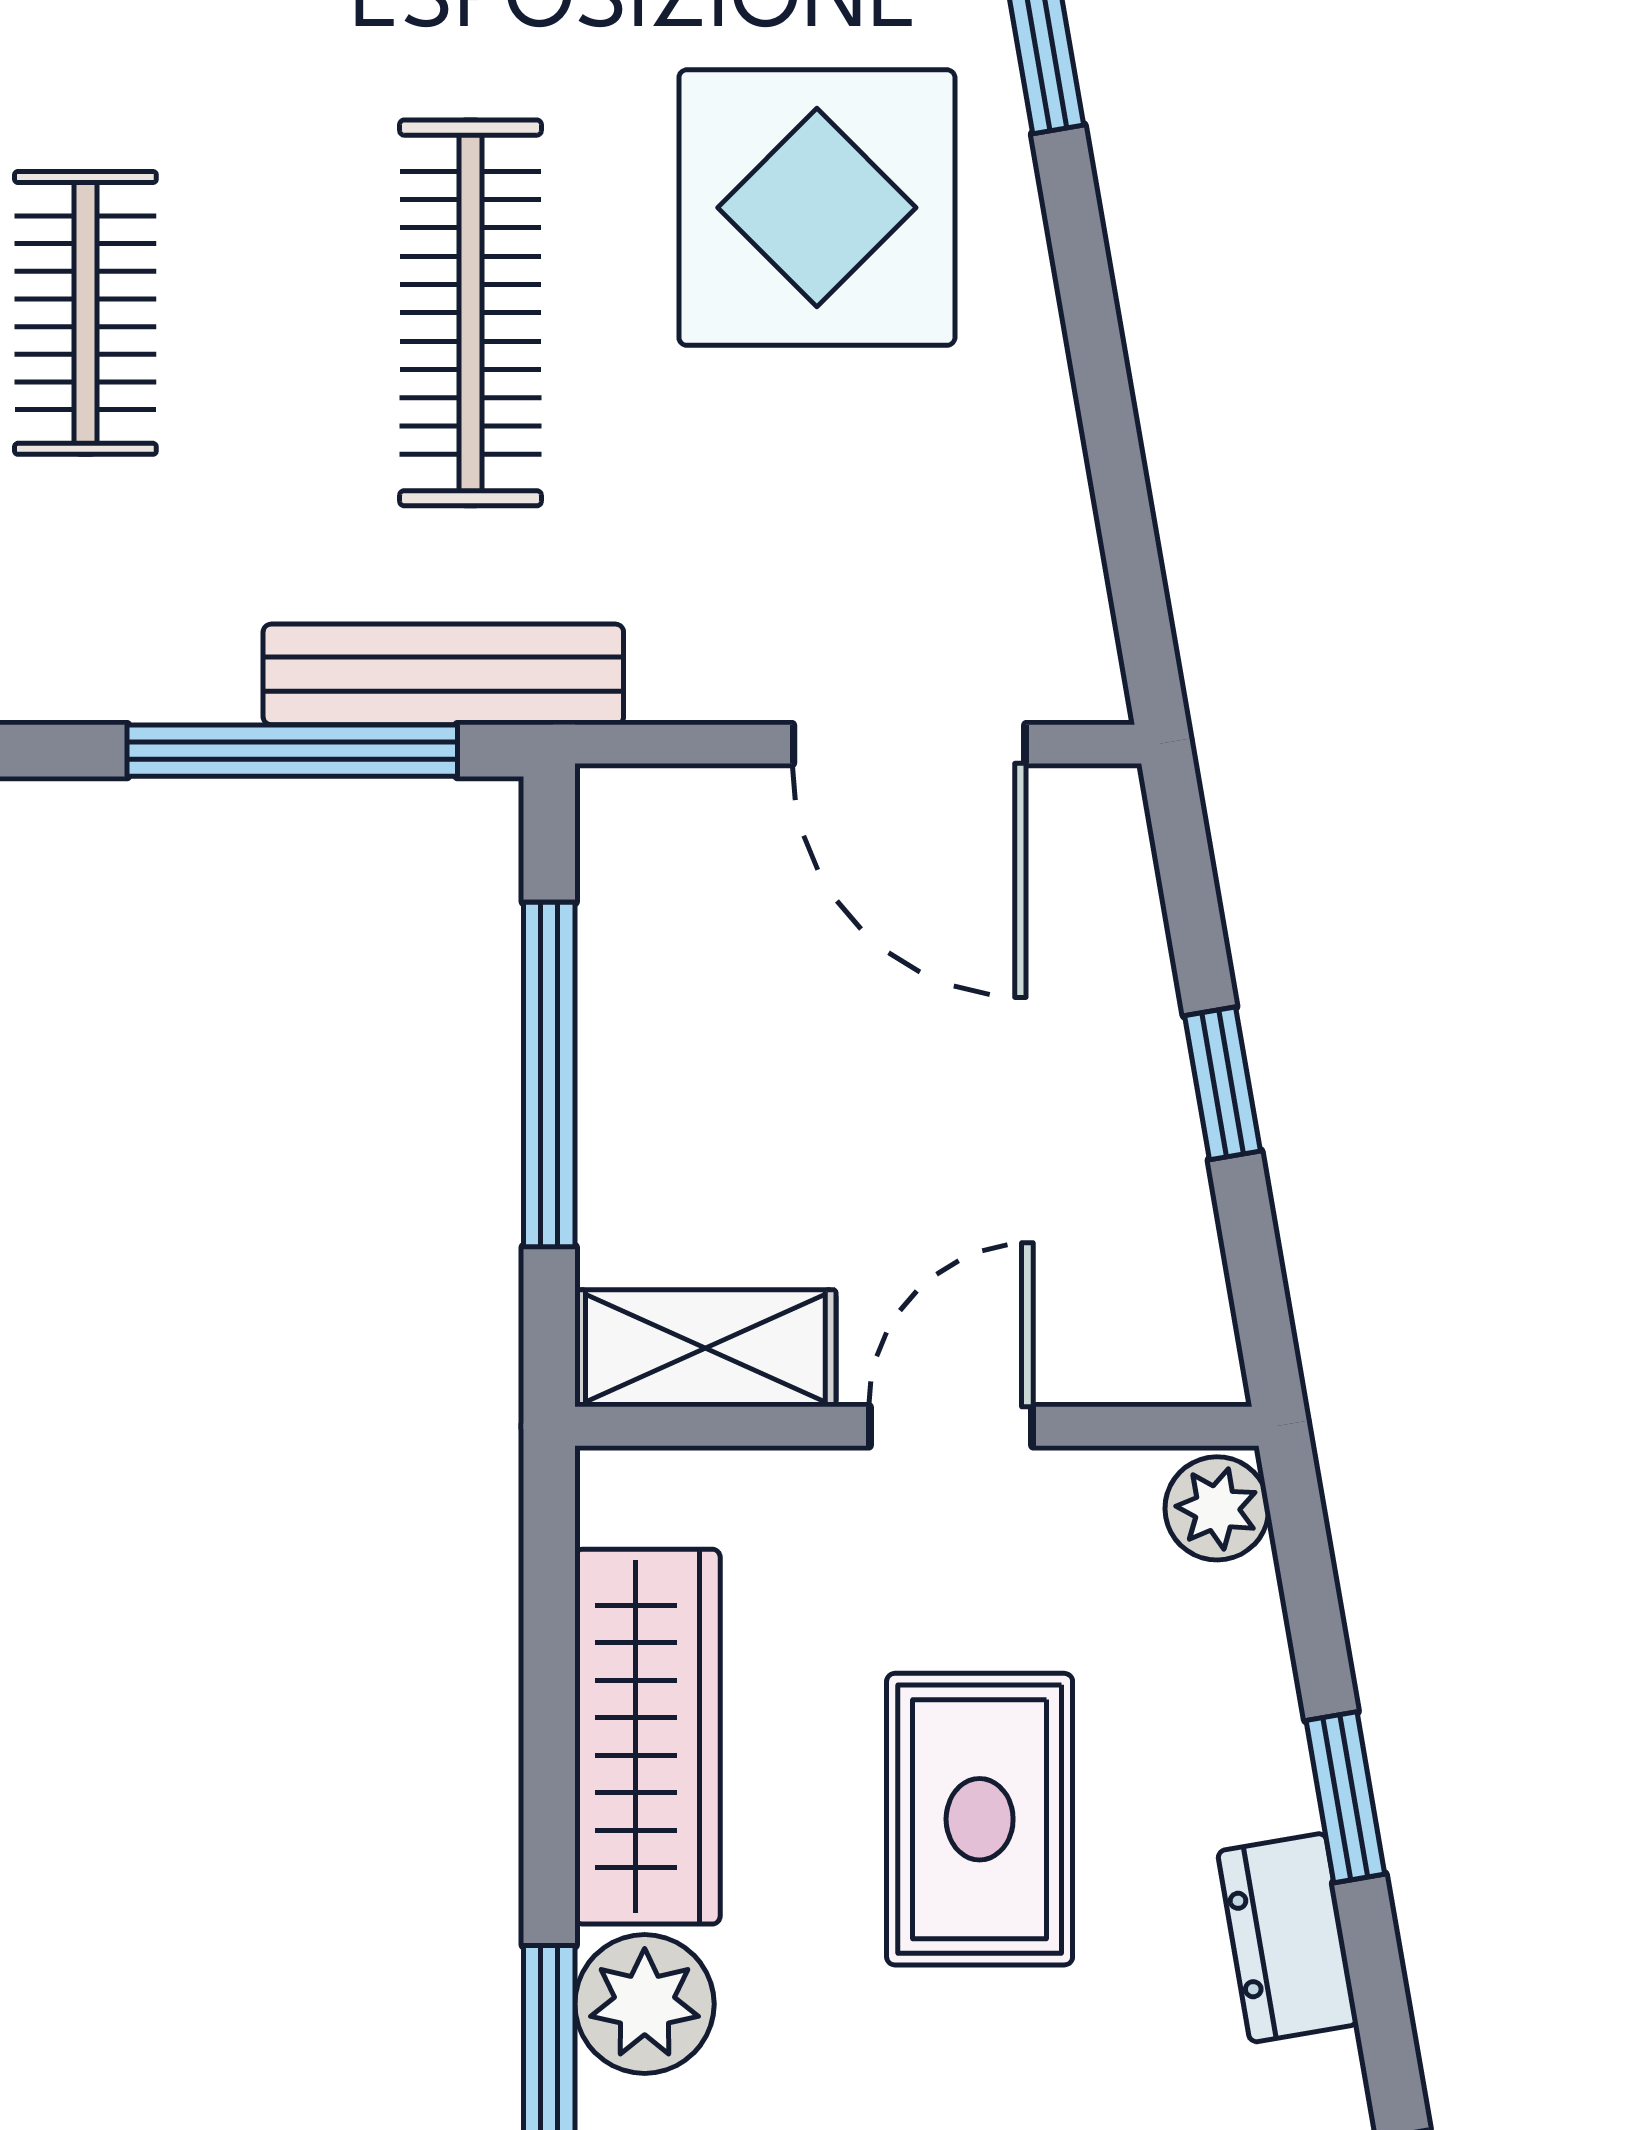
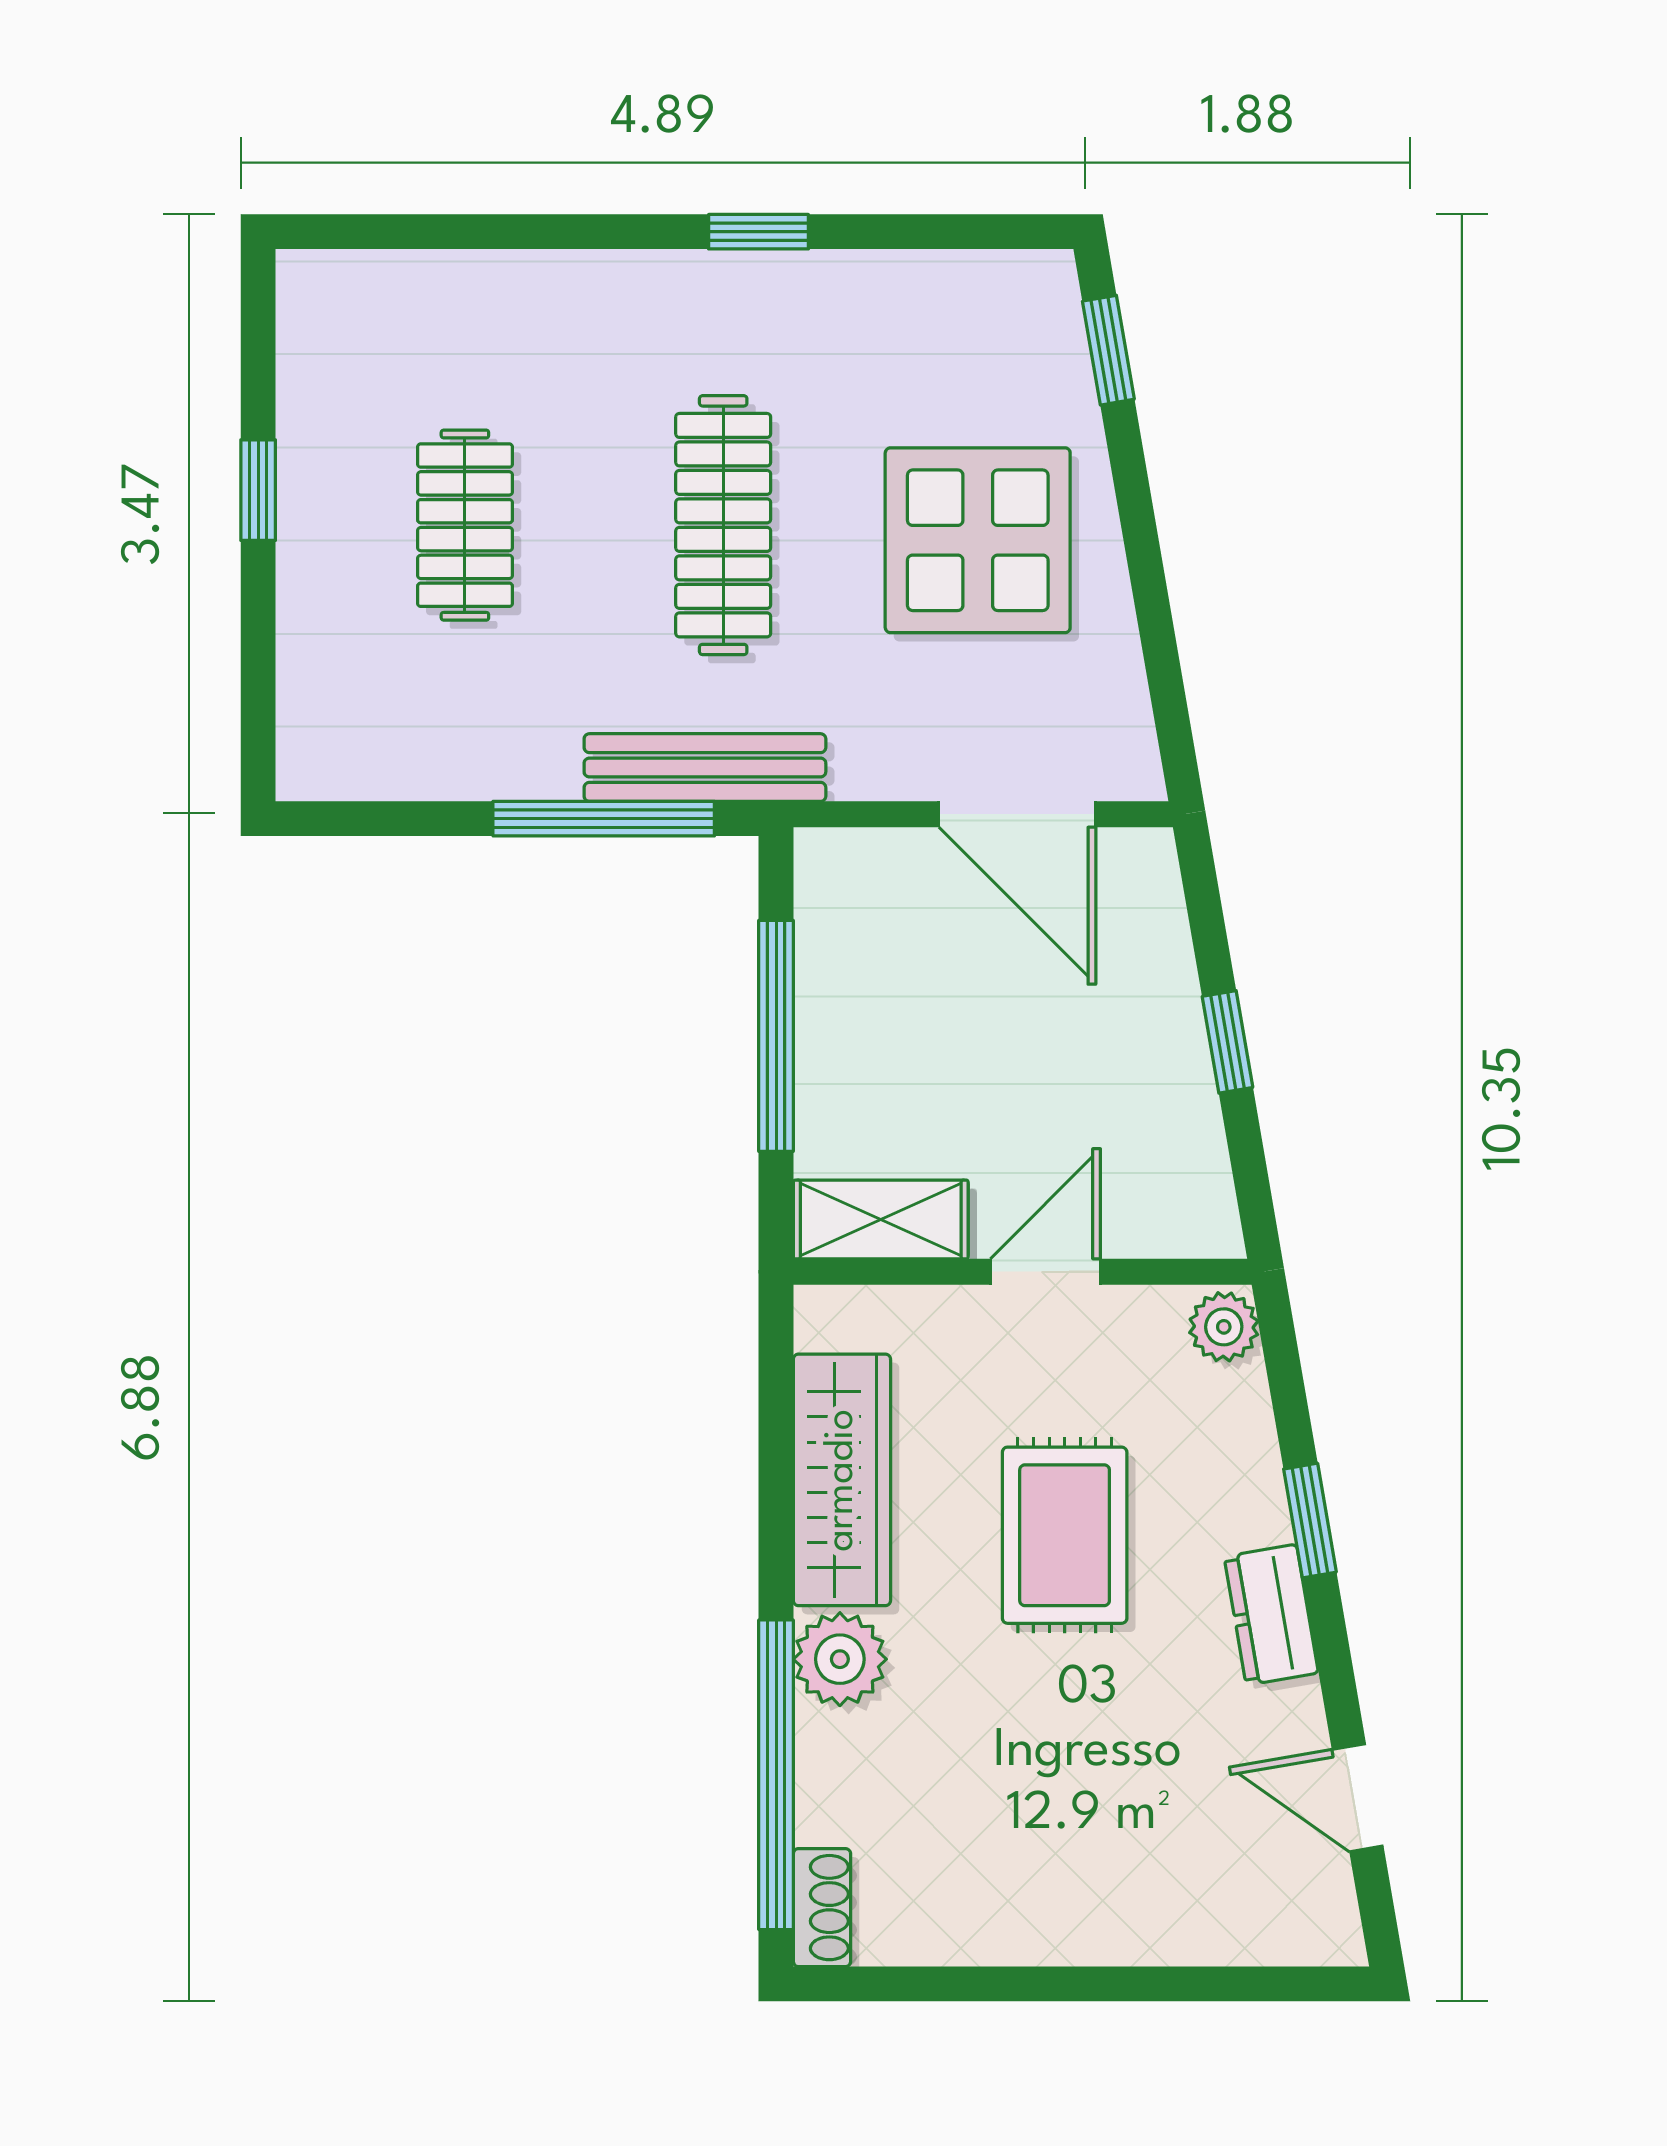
display table: (817, 208) -> (978, 540), moved

